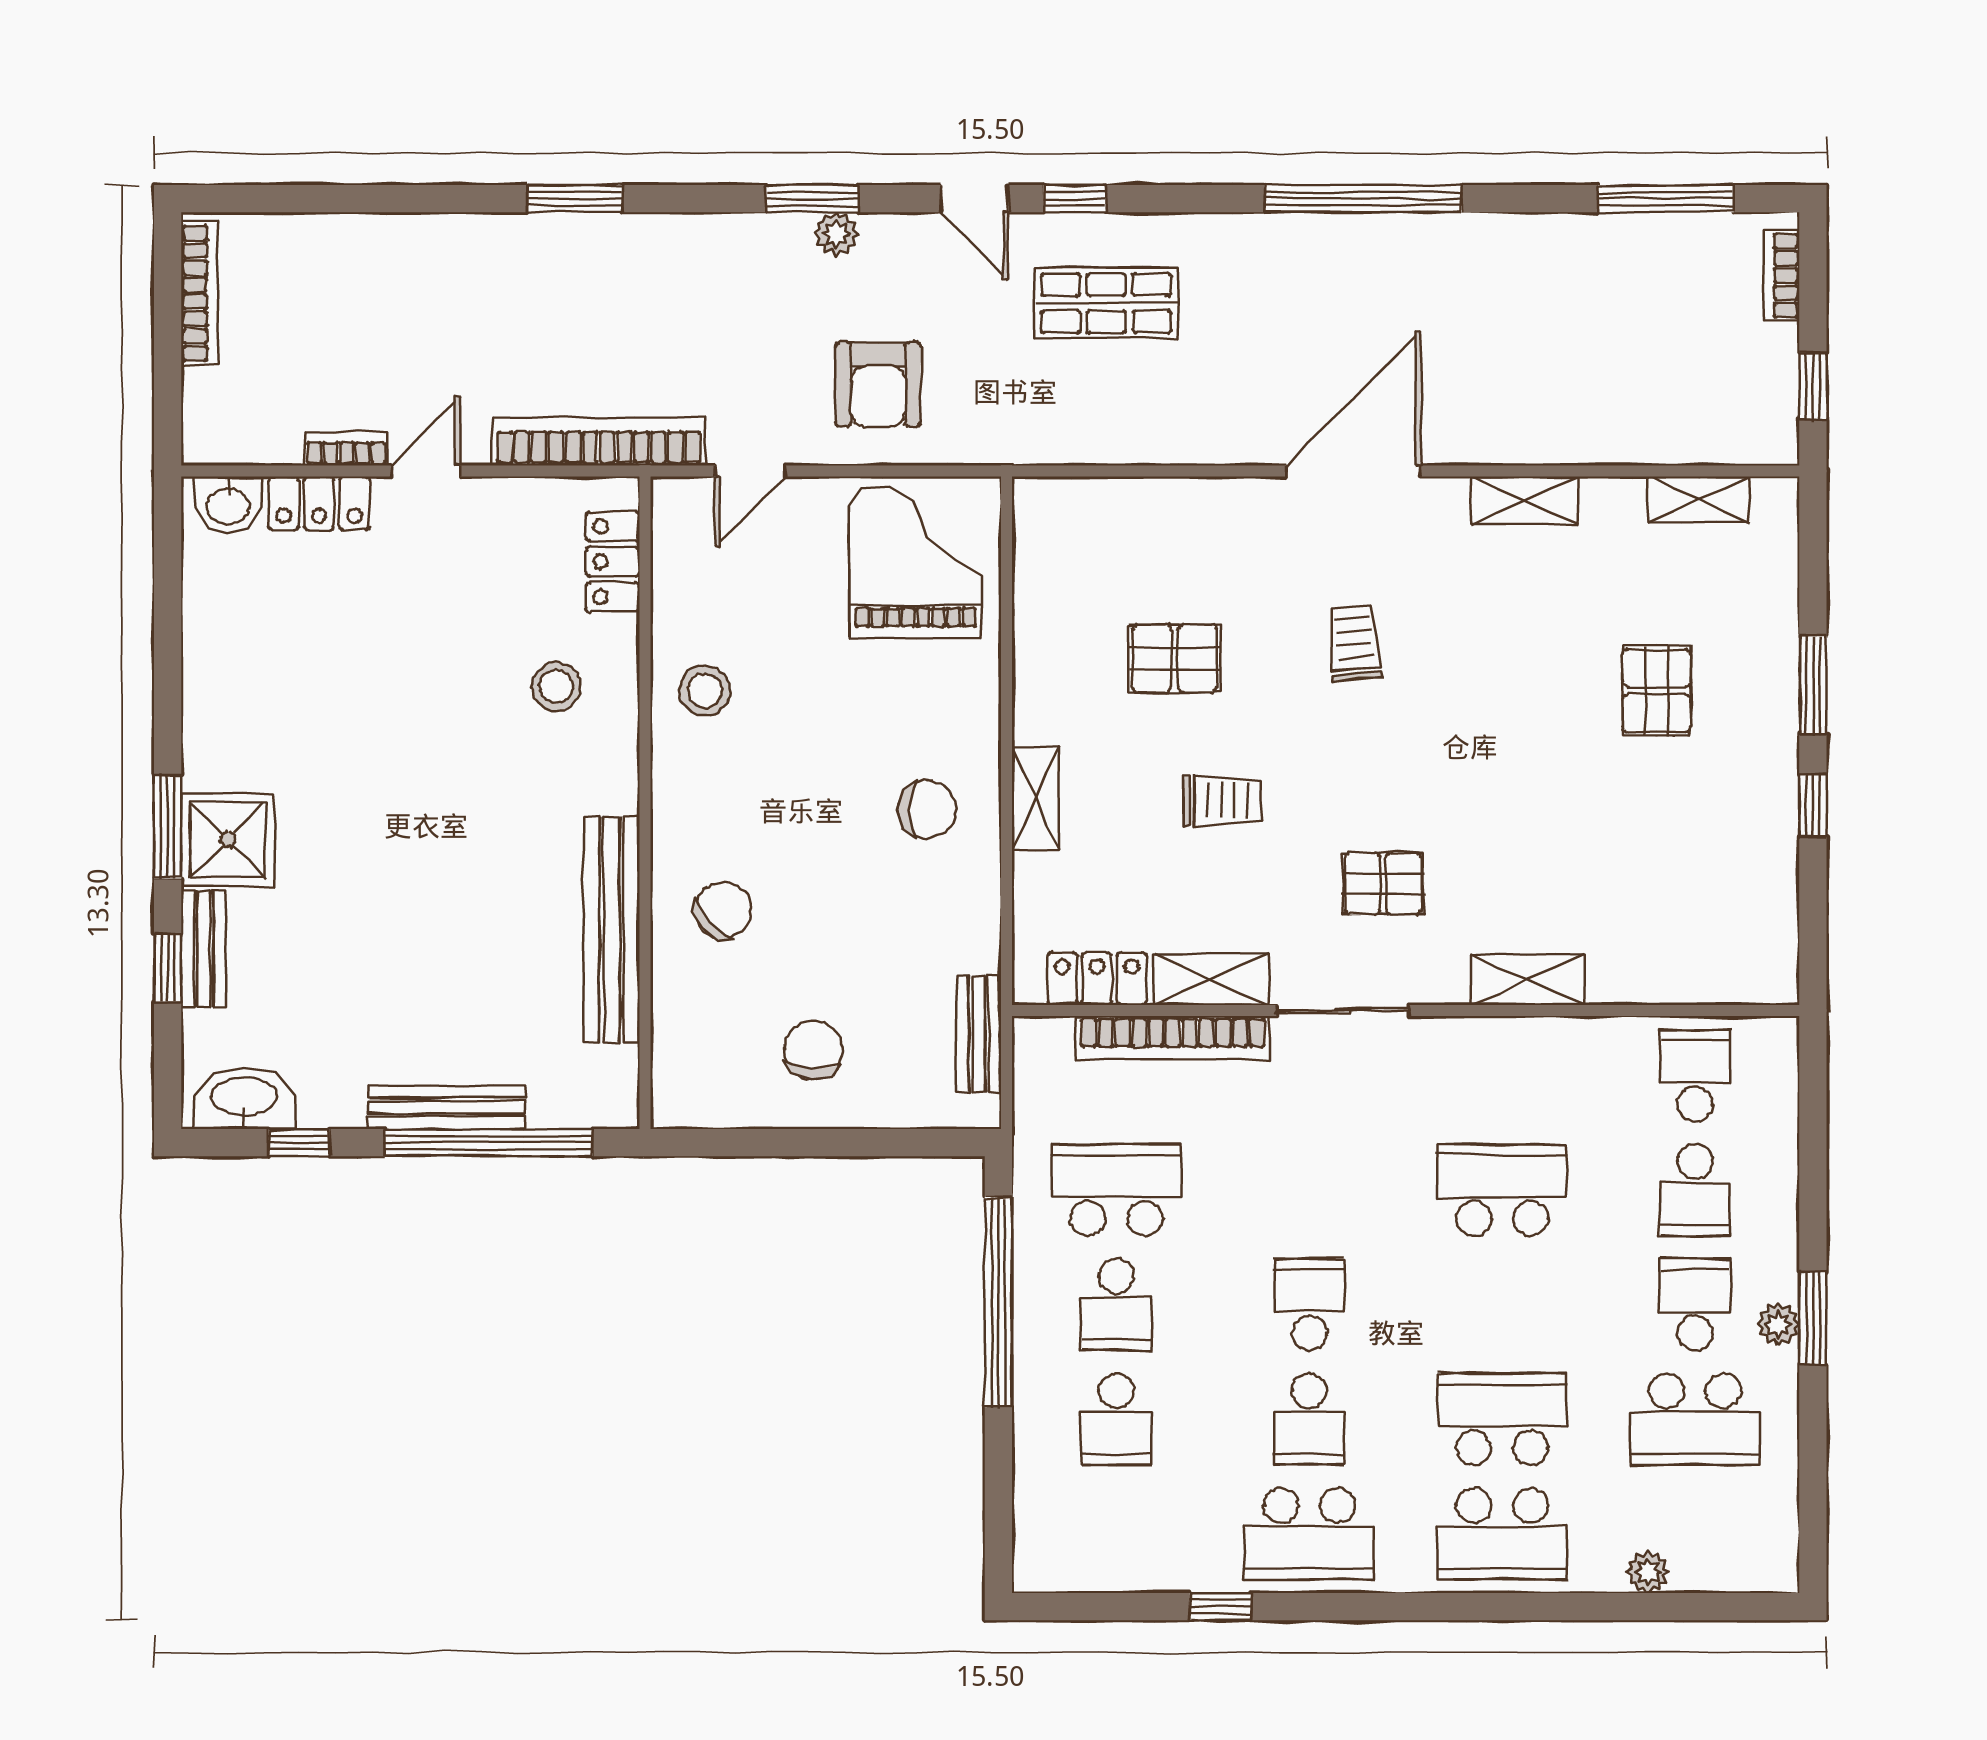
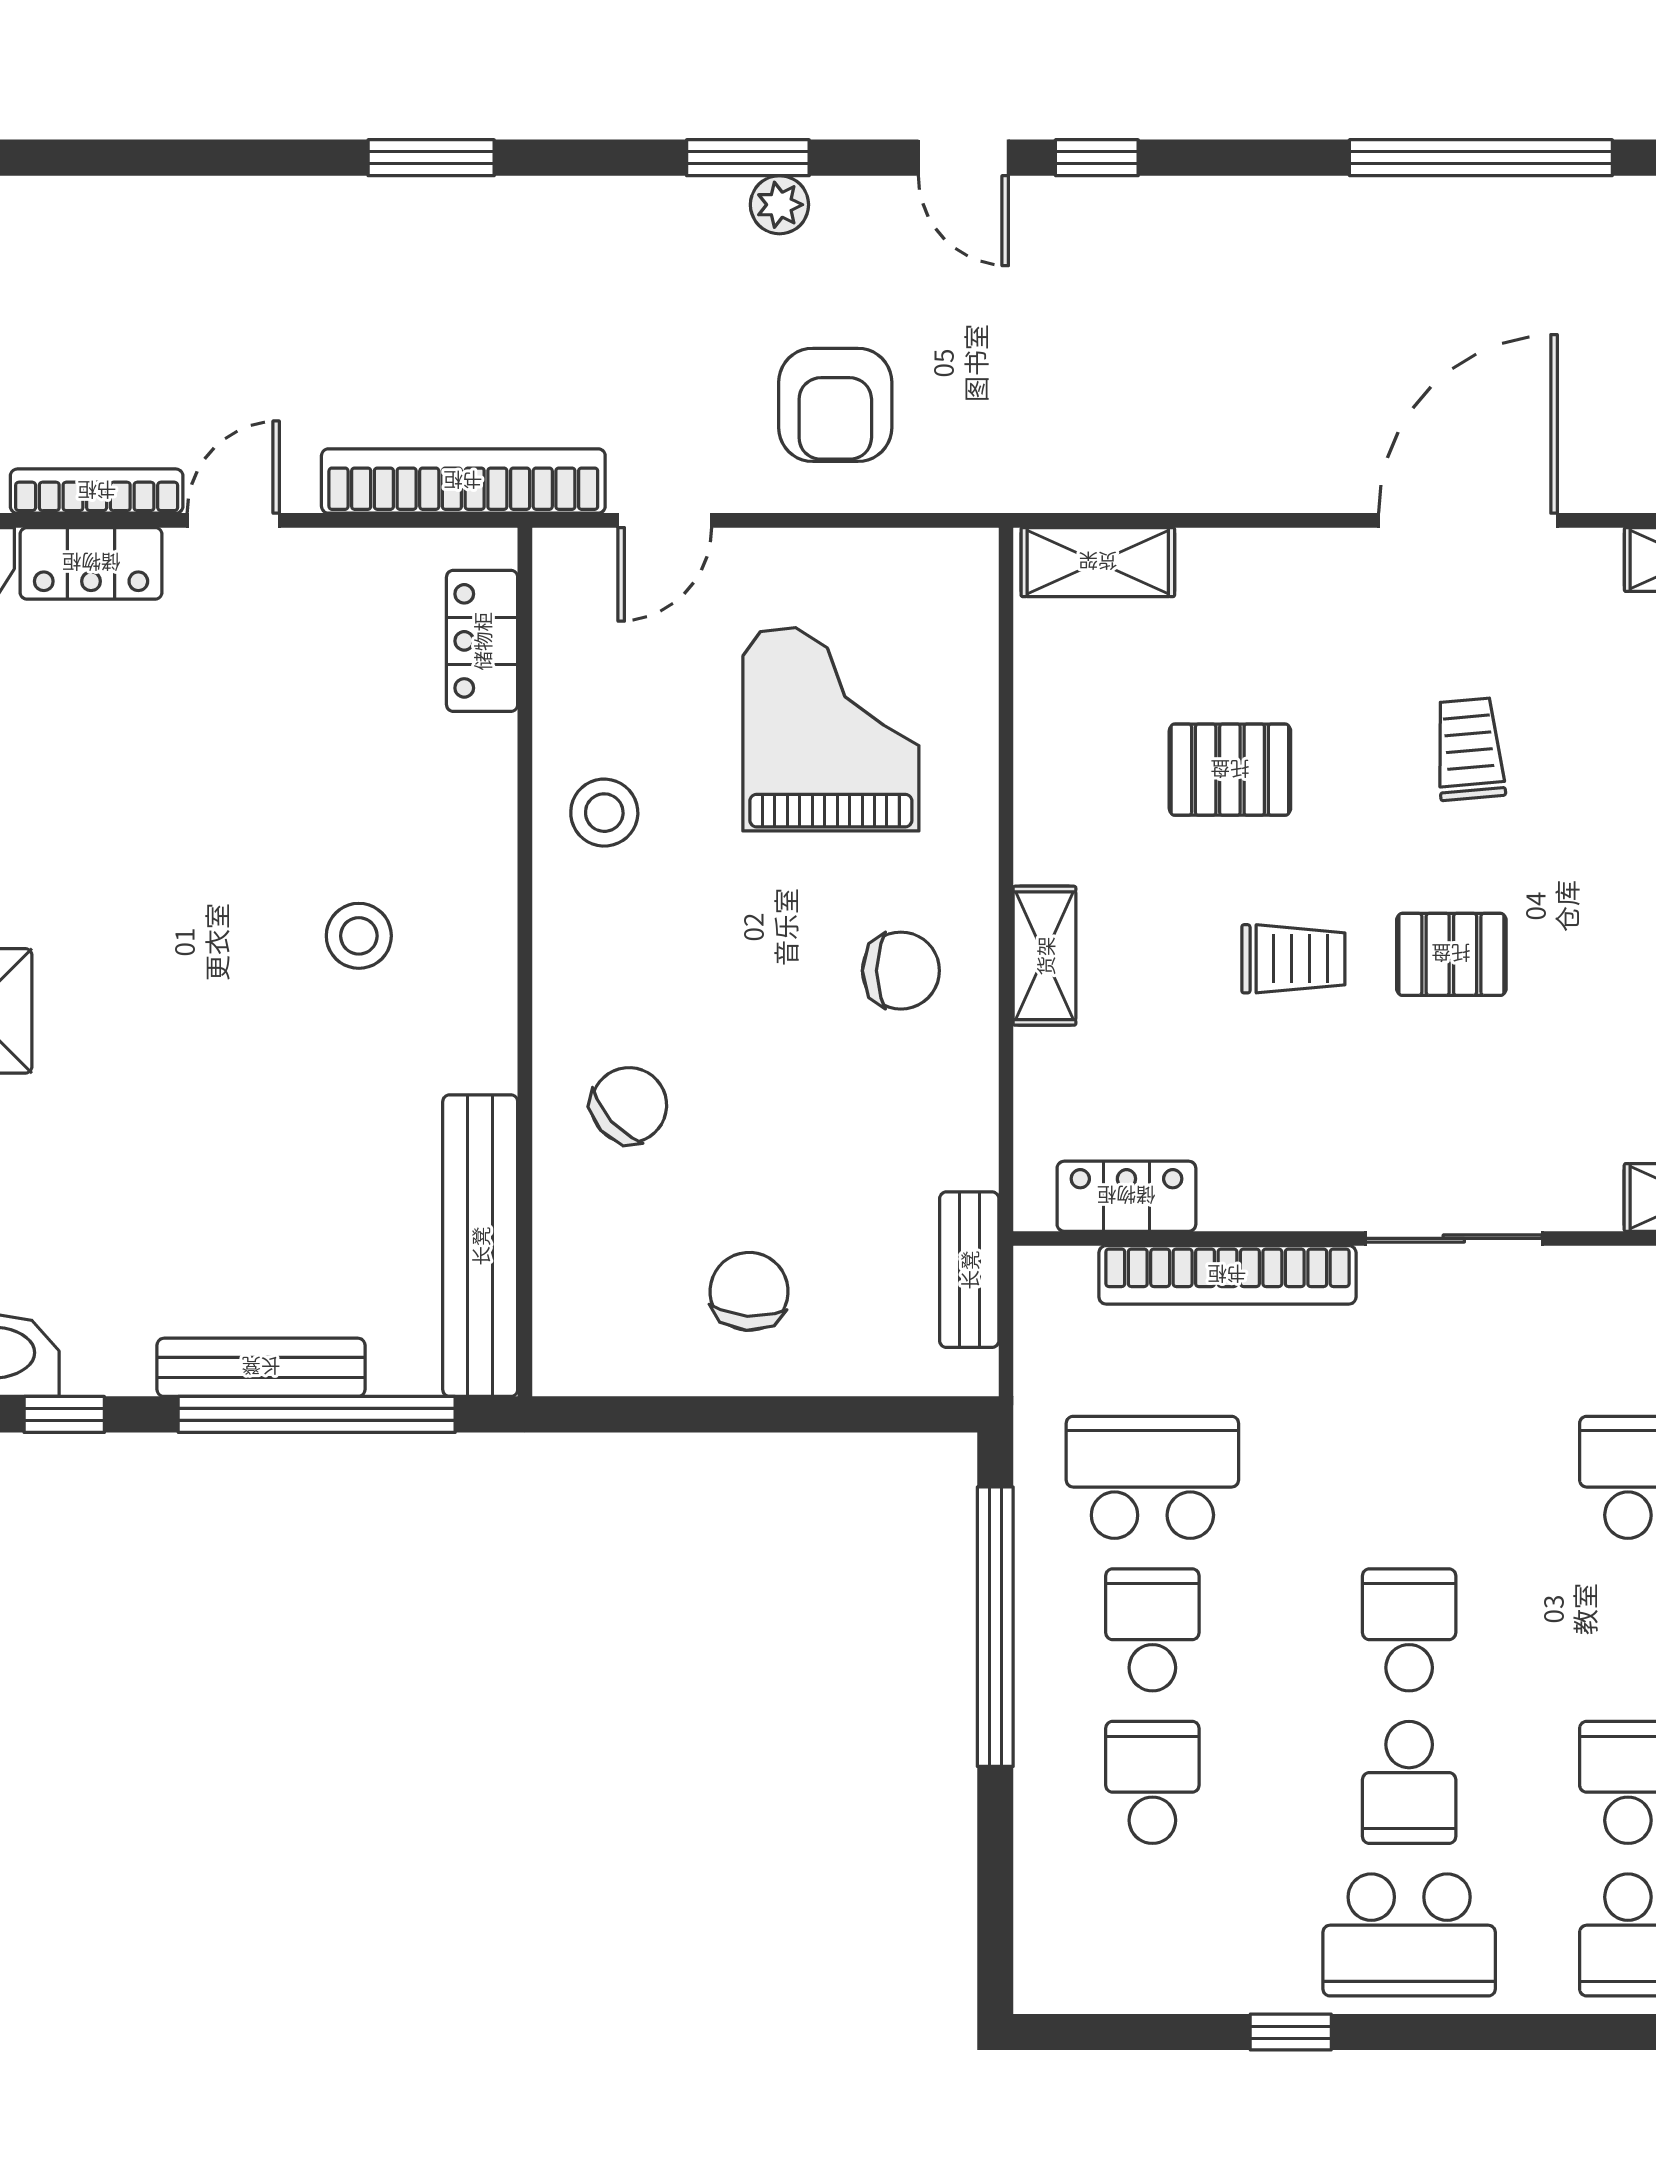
shop shelf: (1106, 303) -> (1139, 297), removed
bookcase: (347, 449) -> (97, 491), width x1.56
grand piano: (916, 562) -> (831, 729), moved
stool: (556, 687) -> (359, 936), moved
pallet: (1383, 884) -> (1451, 954), moved
bench: (611, 930) -> (480, 1246), moved
shelving: (1211, 979) -> (1098, 562), moved
school desk: (1116, 1305) -> (1152, 1630), turned 180
school desk: (1116, 1419) -> (1152, 1782), turned 180

